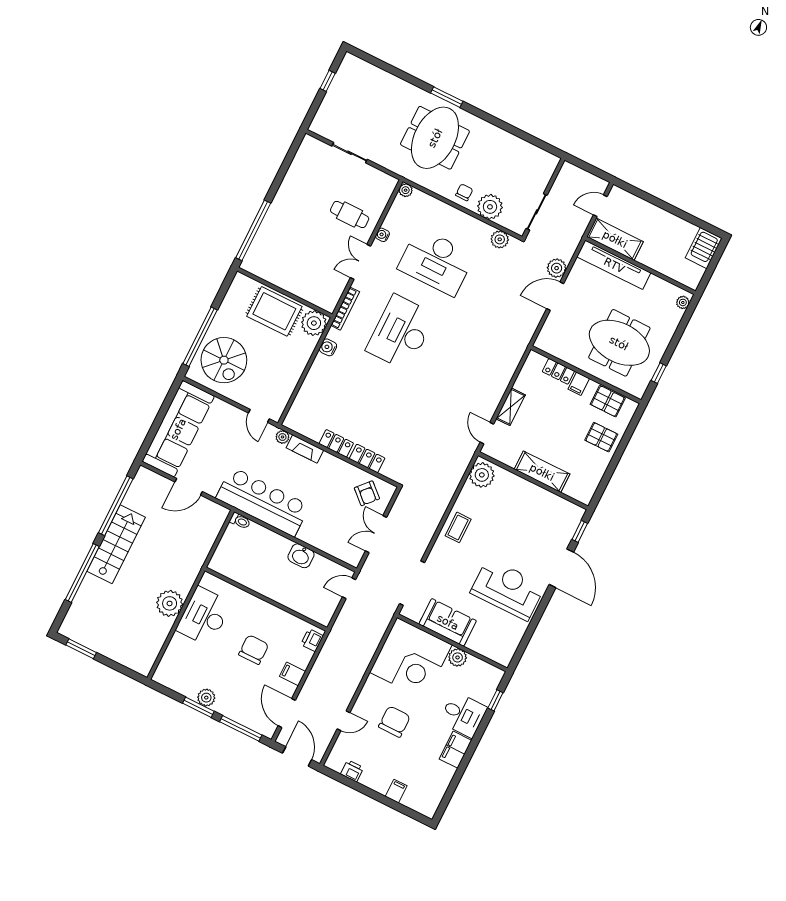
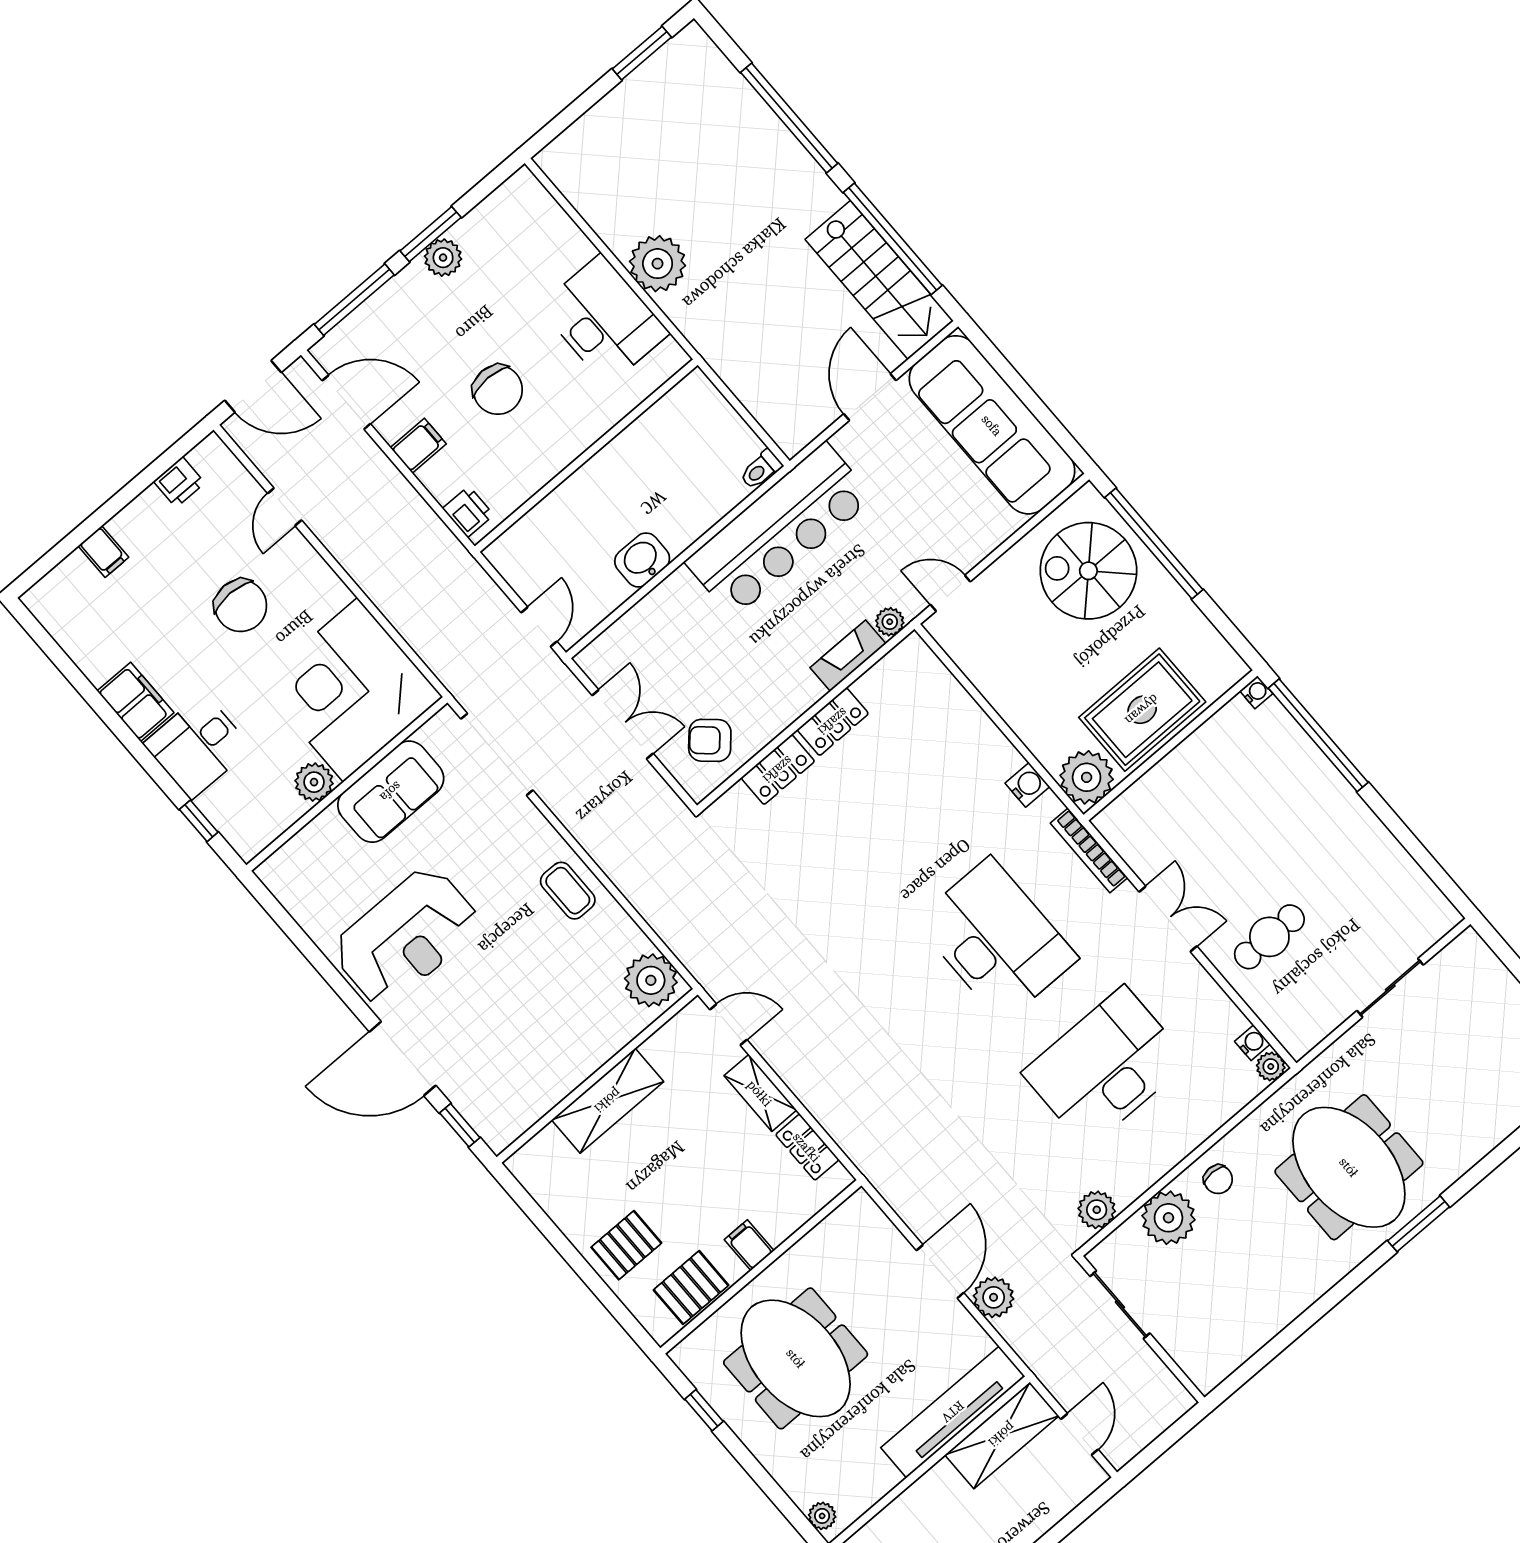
water cooler: (382, 235) -> (1252, 1043), moved
water cooler: (246, 265) -> (1256, 692), added
meeting table: (619, 343) -> (796, 1358), turned 90
locker: (558, 371) -> (807, 1147), moved, turned -90
stairs: (116, 544) -> (879, 280), moved

